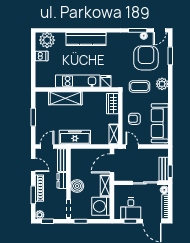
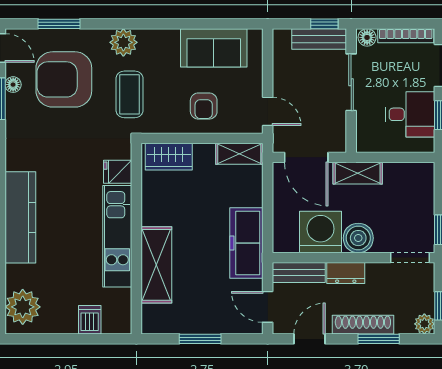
dishwasher: (42, 56) -> (90, 320), moved
sofa: (160, 123) -> (214, 48), width x0.73
door: (132, 147) -> (268, 111), swing flipped
washing machine: (101, 206) -> (321, 232), moved, turned 180

